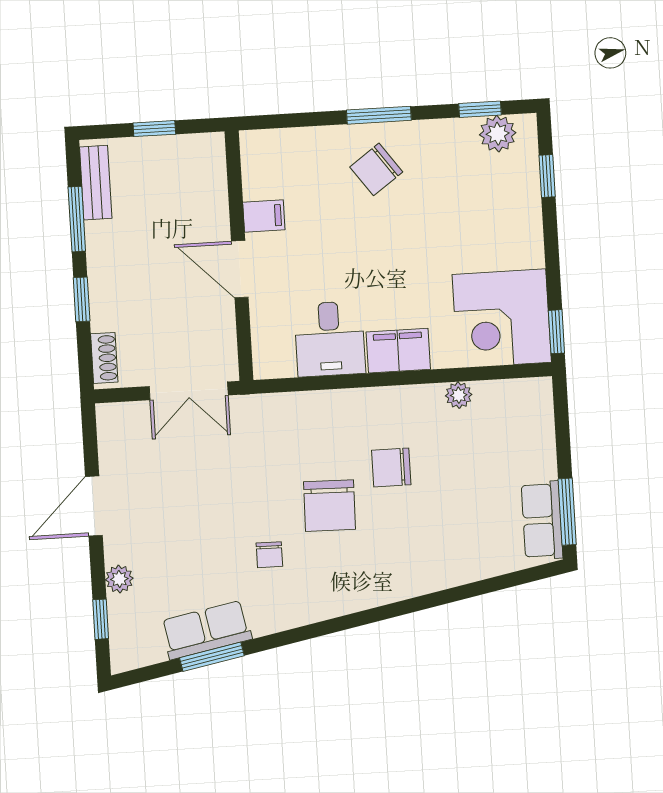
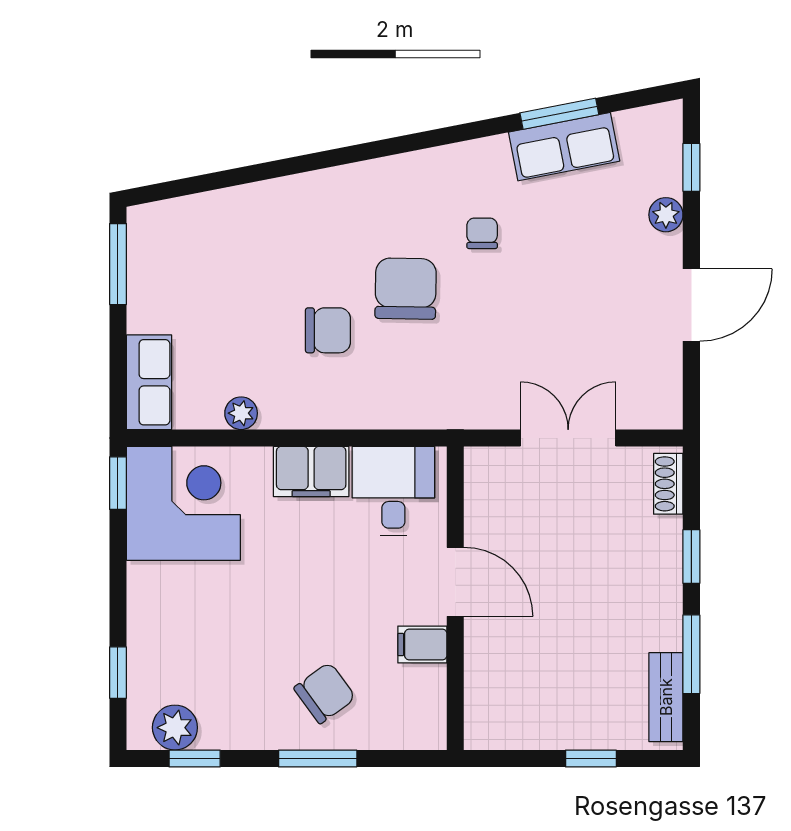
filing cabinet: (264, 216) -> (422, 645), moved
wall: (239, 256) -> (455, 598), moved
door: (240, 269) -> (455, 582), moved
row of seats: (542, 520) -> (149, 382), moved

